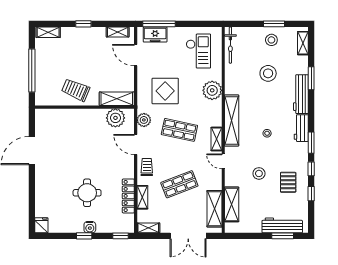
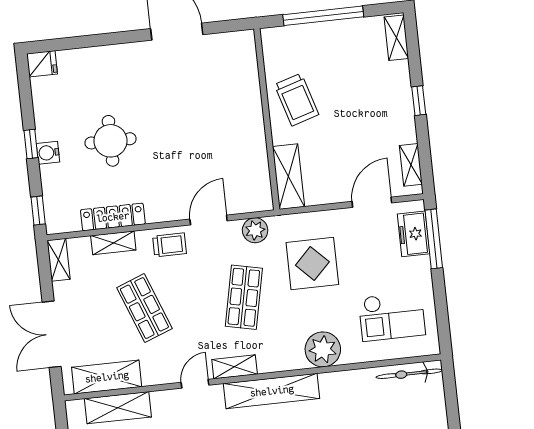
trolley: (76, 90) -> (297, 100), turned 140
plant: (115, 118) -> (253, 178), removed

